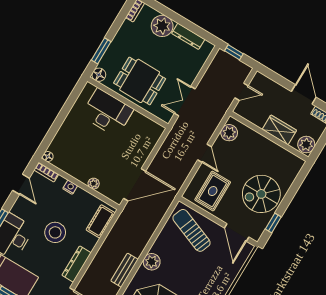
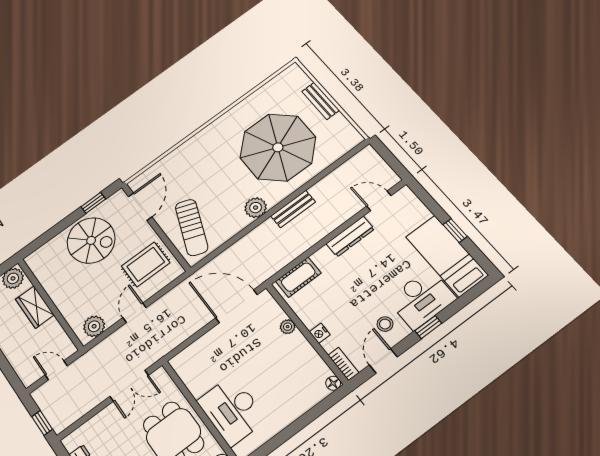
stool: (55, 232) -> (385, 324), moved, width x0.53, depth x0.53

